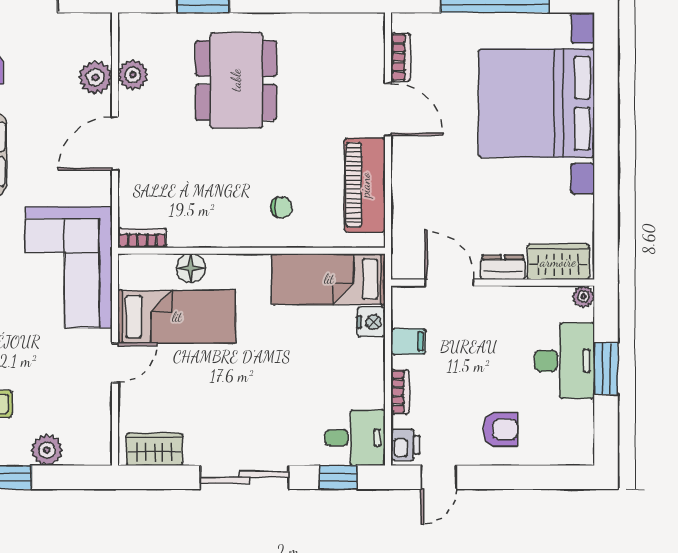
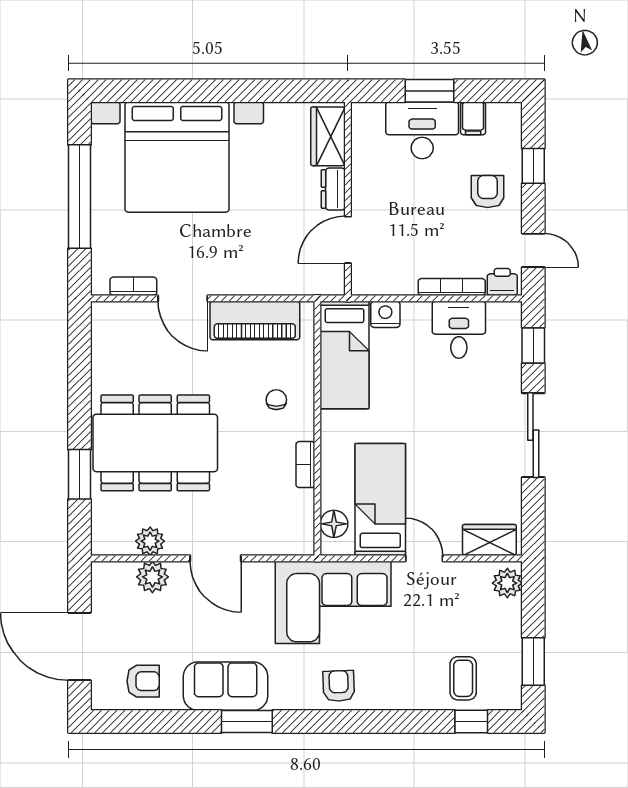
dining table: (236, 80) -> (155, 443), width x1.36, depth x1.24
door: (388, 109) -> (183, 298), swing flipped
bookcase: (142, 238) -> (305, 465), moved
floor lamp: (191, 268) -> (334, 524), moved
plant: (584, 296) -> (361, 112), removed
filing cabinet: (408, 341) -> (473, 118), moved, turned 180
bookcase: (400, 392) -> (452, 287), width x1.56
desk: (355, 438) -> (459, 330), moved
wardrobe: (155, 449) -> (489, 540), moved, turned 90
plant: (47, 450) -> (507, 583), moved
window: (527, 477) -> (533, 166), added

